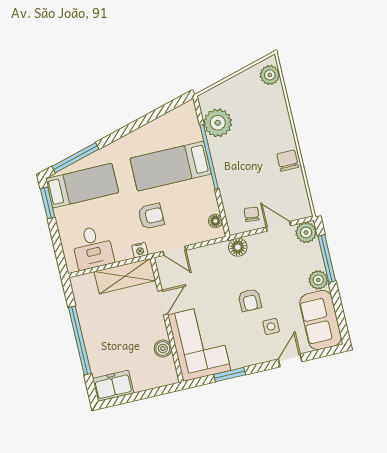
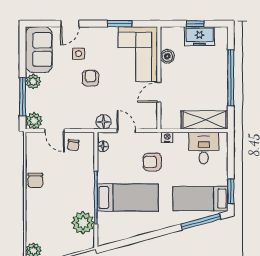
floor lamp: (238, 247) -> (103, 122), moved
door: (174, 251) -> (126, 131), moved
shelving: (125, 276) -> (204, 120), moved
freezer: (113, 386) -> (200, 36), moved
window: (138, 396) -> (195, 24), added

